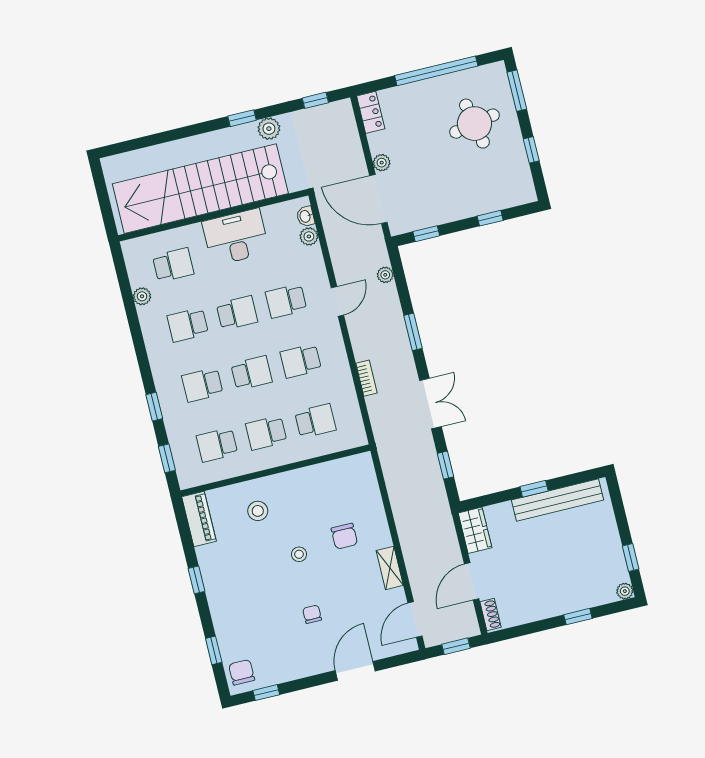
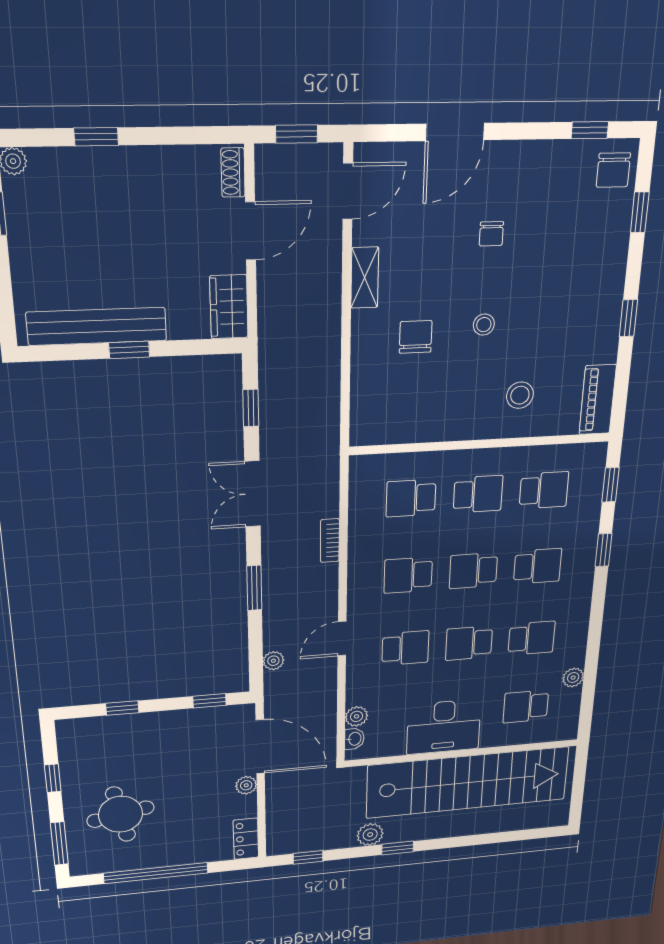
school desk: (301, 361) -> (408, 575), turned 180

